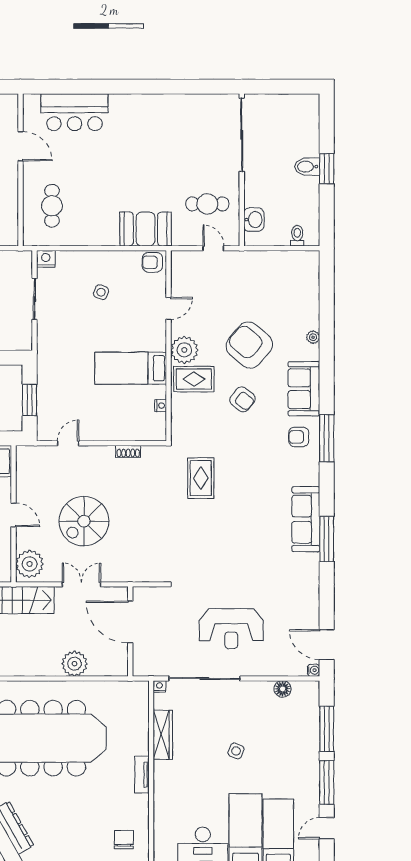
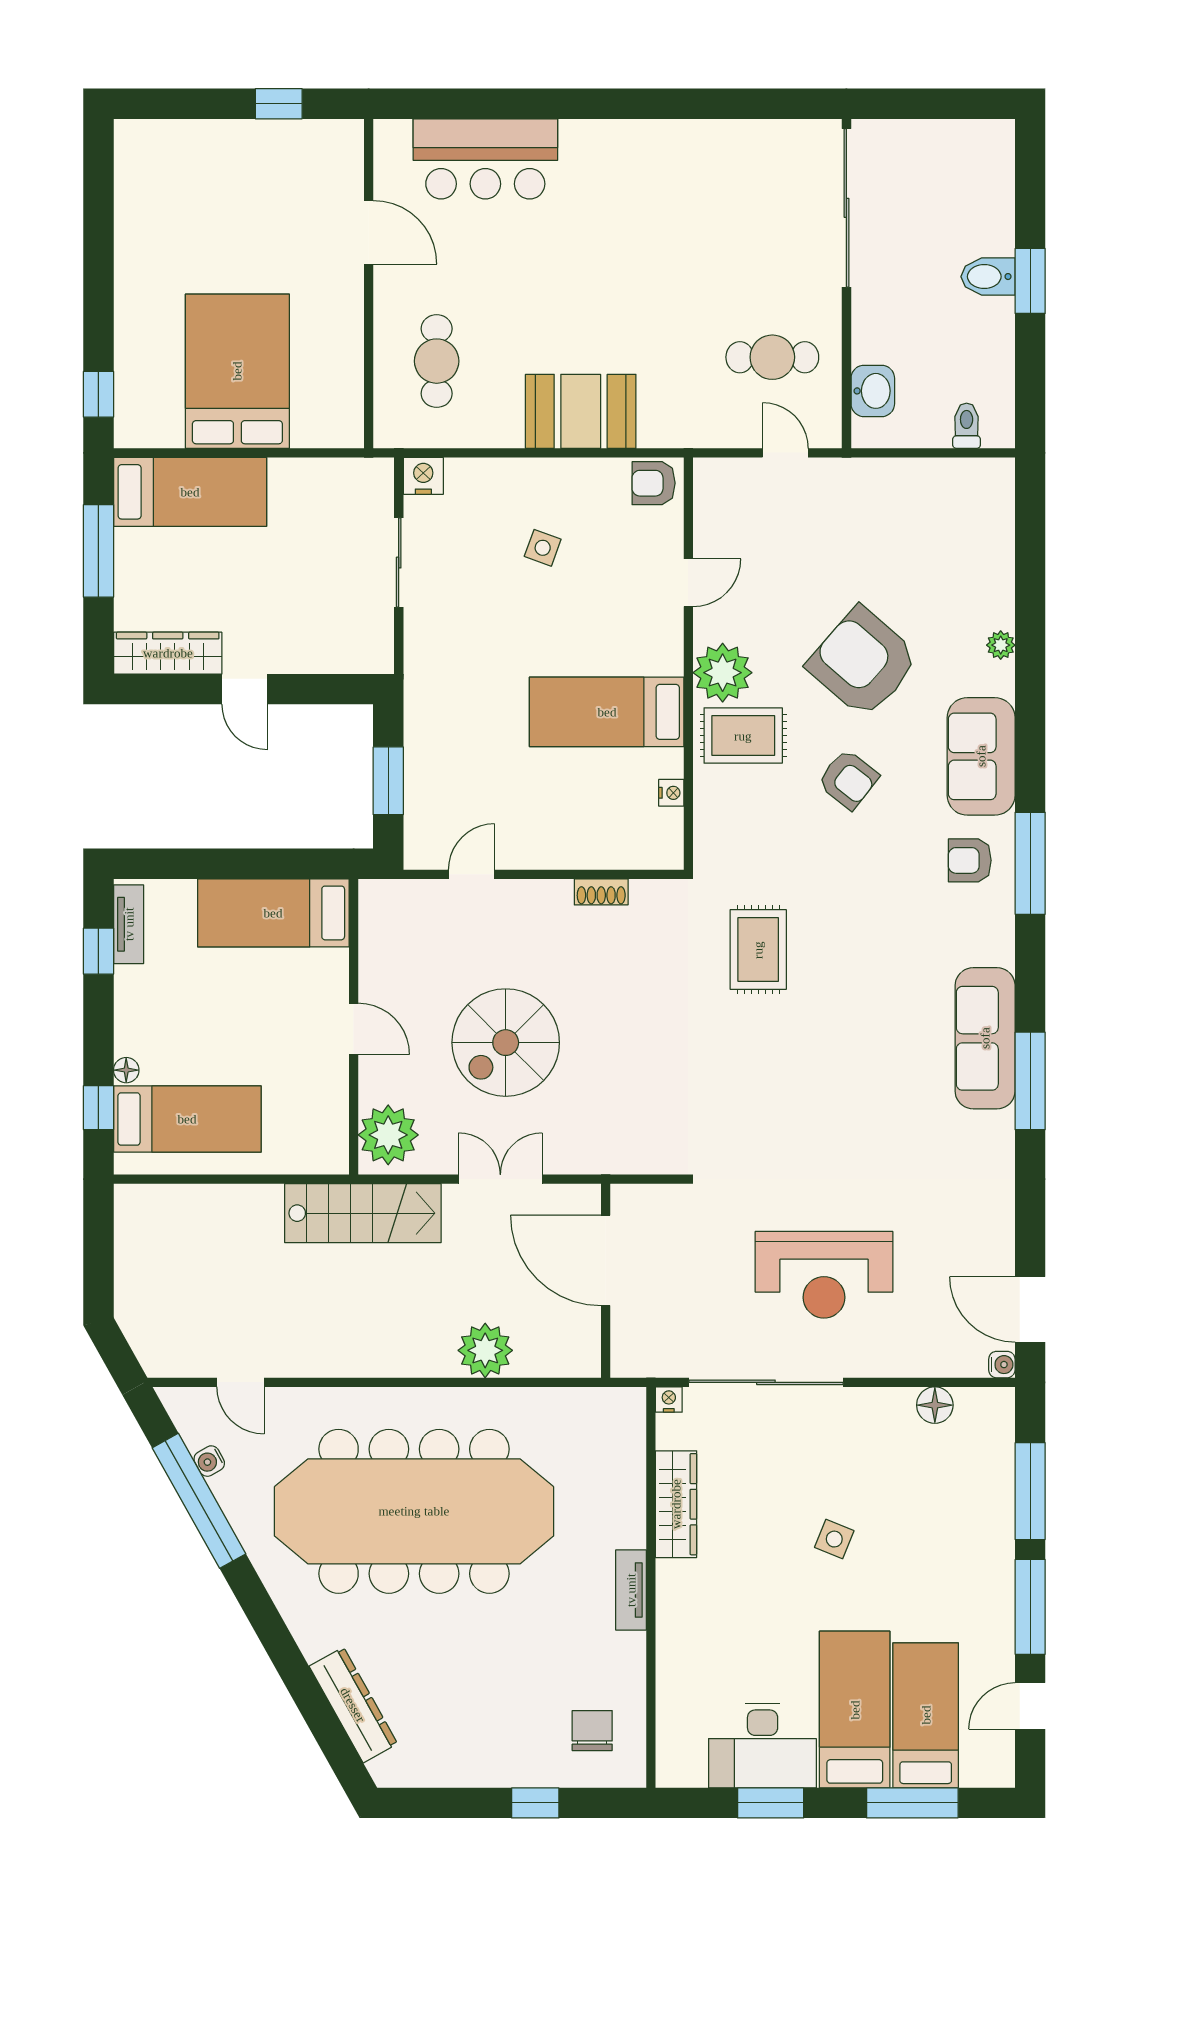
booth: (145, 229) -> (581, 411), moved

